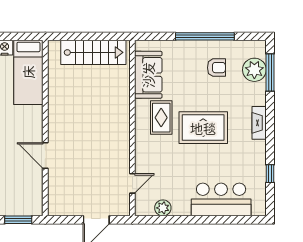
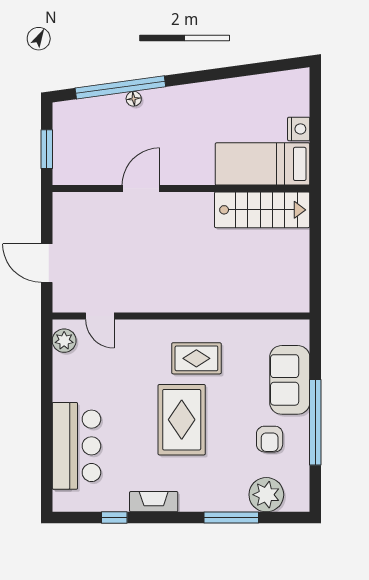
stairs: (93, 52) -> (262, 210), moved, turned -90
window: (270, 72) -> (231, 518), moved
sofa: (148, 75) -> (290, 380), moved, turned 90
fireplace: (259, 123) -> (154, 502), moved
plant: (163, 208) -> (64, 341), moved

